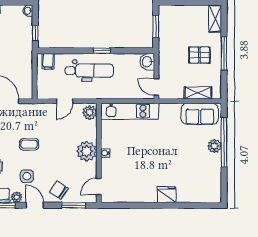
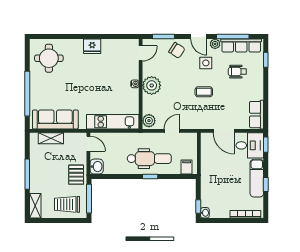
trolley: (180, 20) -> (67, 204), added
window: (156, 26) -> (89, 199), width x1.44
window: (35, 33) -> (198, 207), moved
window: (102, 51) -> (150, 177), moved
pallet: (199, 55) -> (76, 175), moved, turned 90
dental chair: (89, 71) -> (149, 159), turned 180
sofa: (200, 114) -> (55, 119), width x1.36
plant: (214, 146) -> (36, 90), removed
round table: (200, 181) -> (49, 58), added
fridge: (167, 195) -> (92, 46), moved

